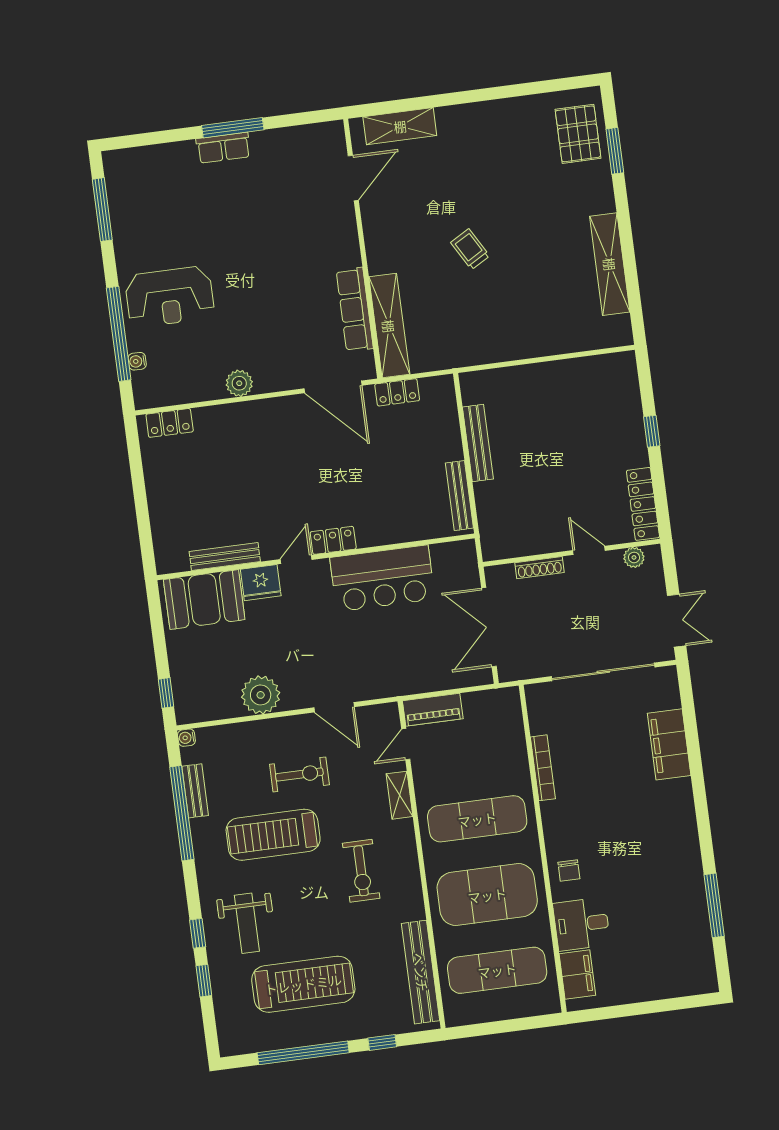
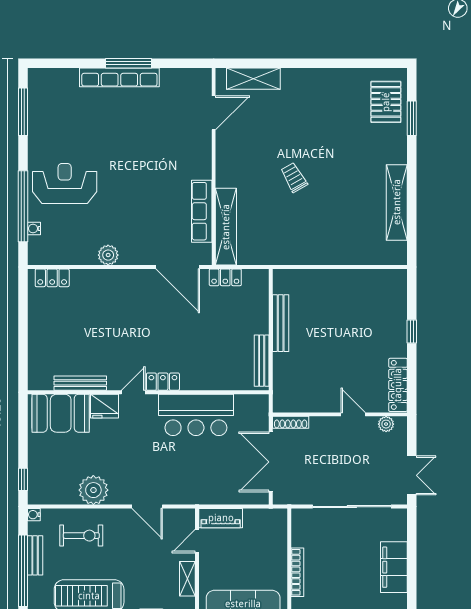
row of seats: (223, 148) -> (119, 77), width x2.02
reception desk: (170, 297) -> (65, 183), turned 180
shoe rack: (540, 568) -> (291, 422), moved
exercise bike: (299, 774) -> (81, 536), moved

